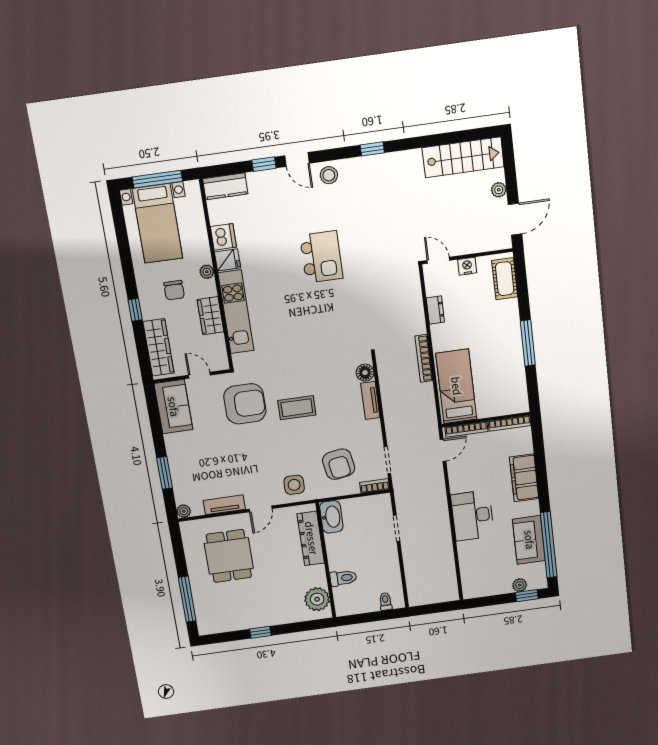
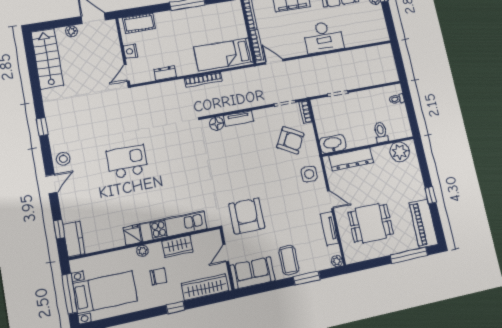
window: (264, 164) -> (59, 229), moved
dishwasher: (223, 237) -> (114, 239), removed
coffee table: (297, 408) -> (289, 260), moved
armchair: (339, 464) -> (290, 140), turned 39
piano: (225, 620) -> (424, 224), added

